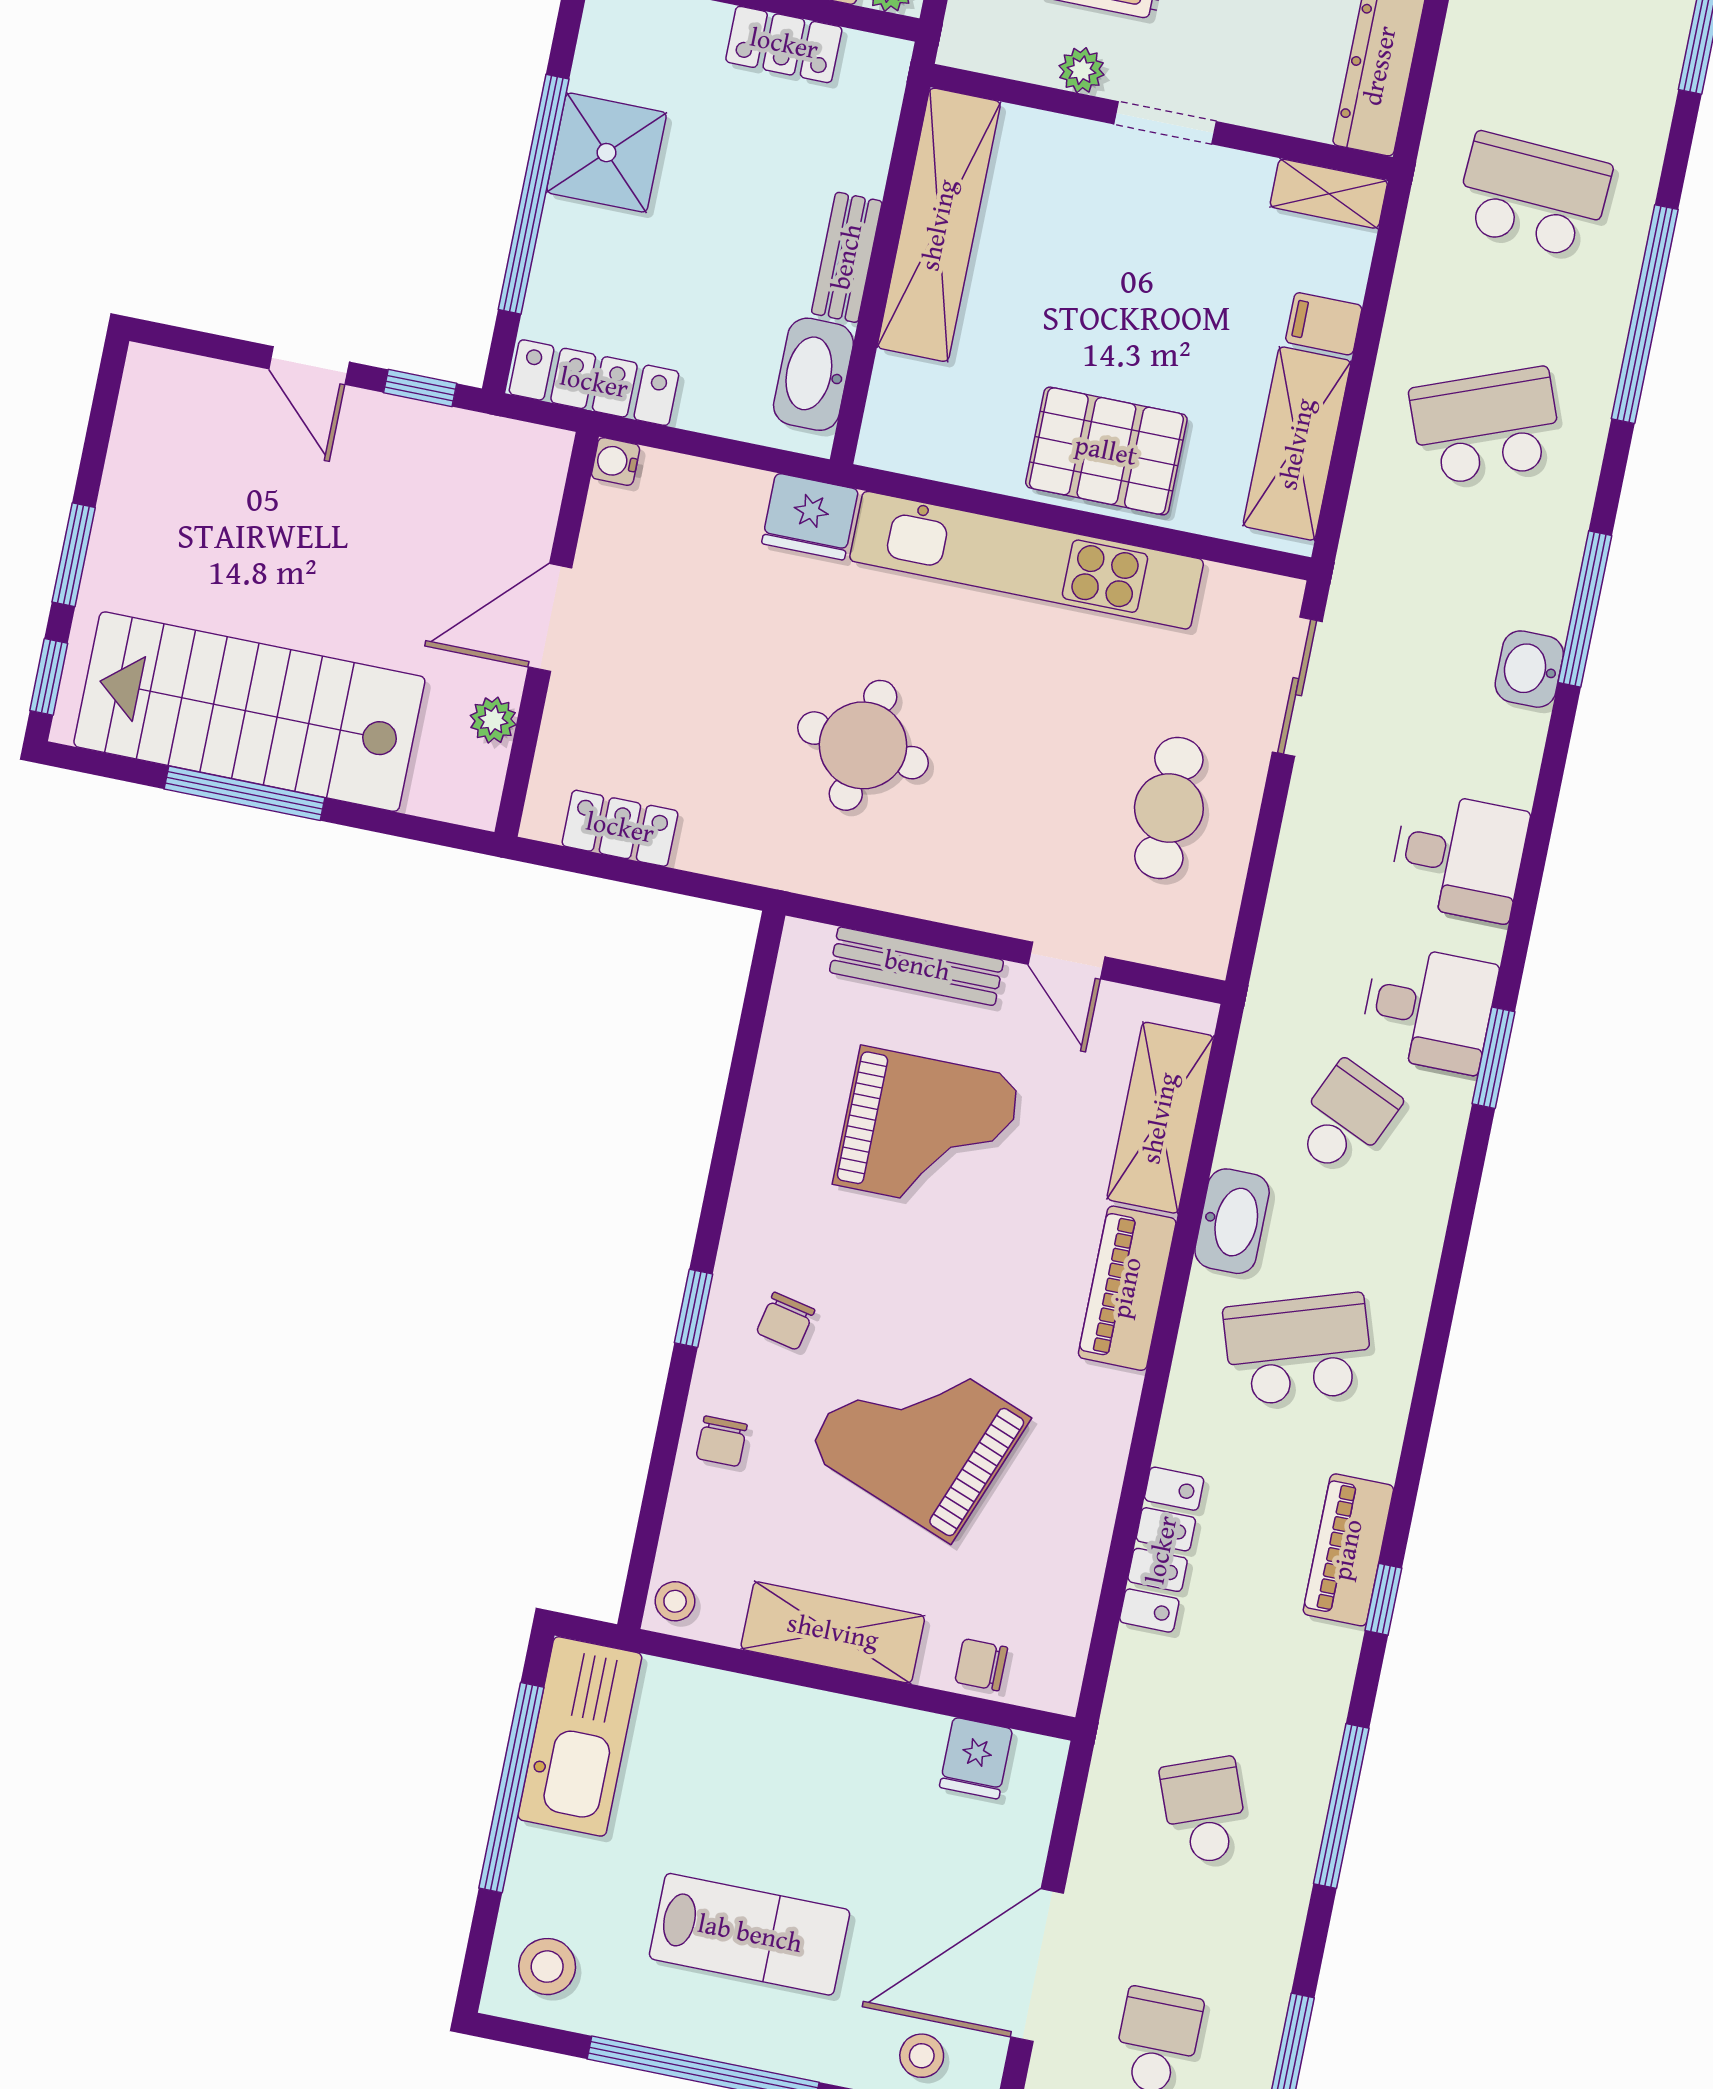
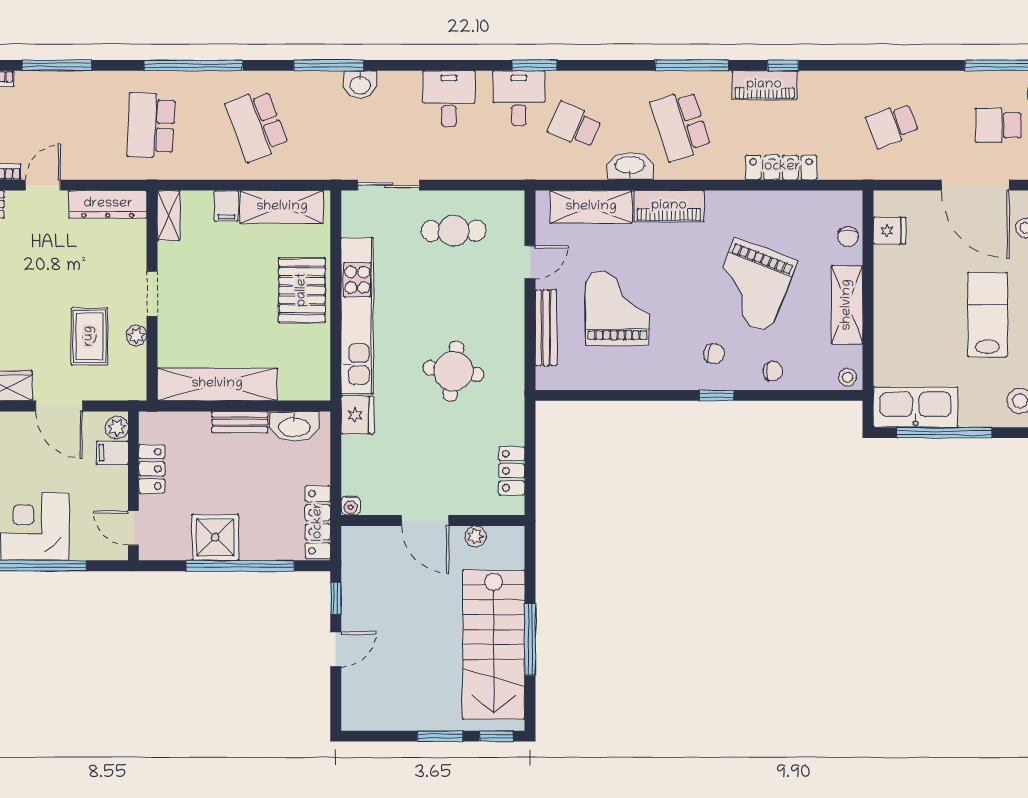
window: (1341, 1806) -> (692, 65), moved

